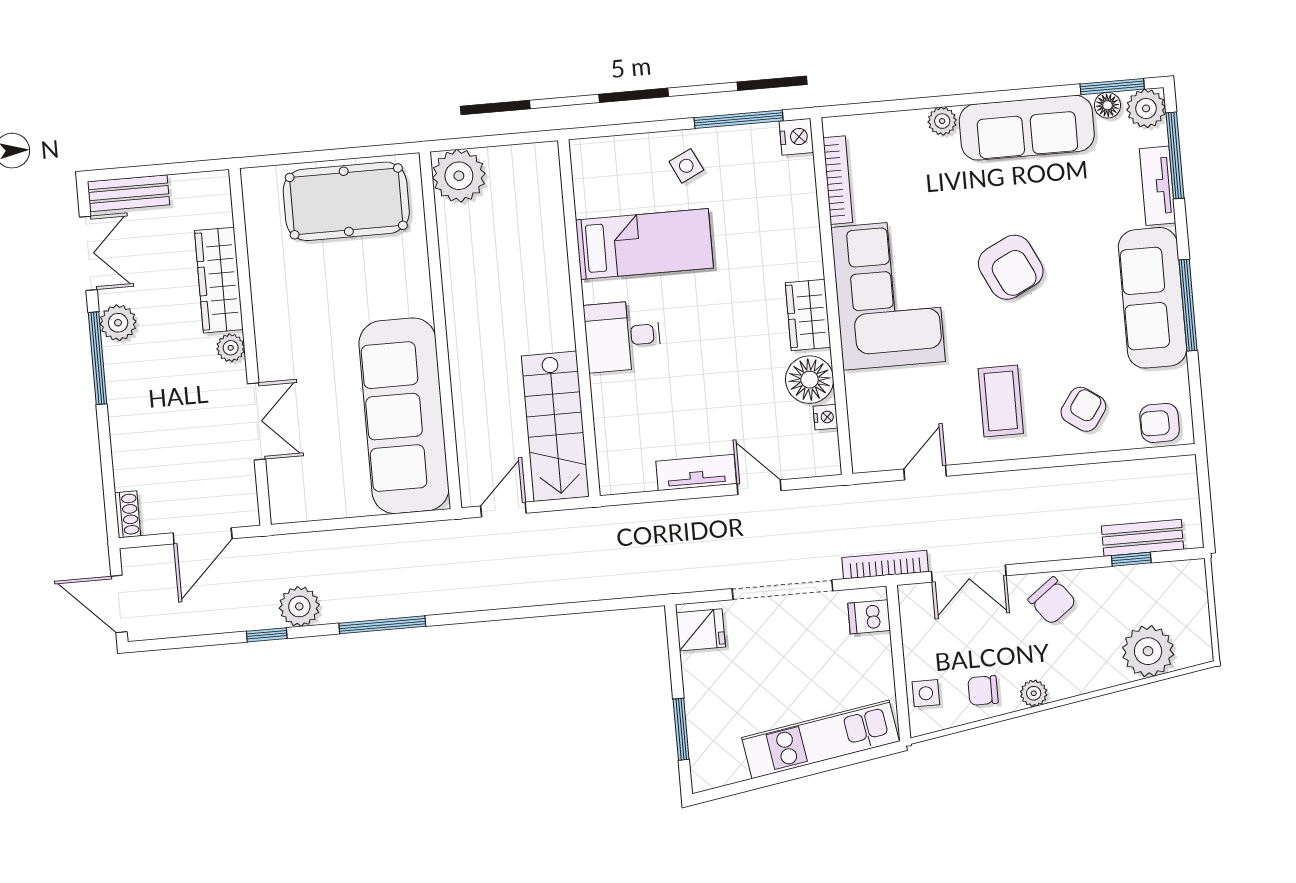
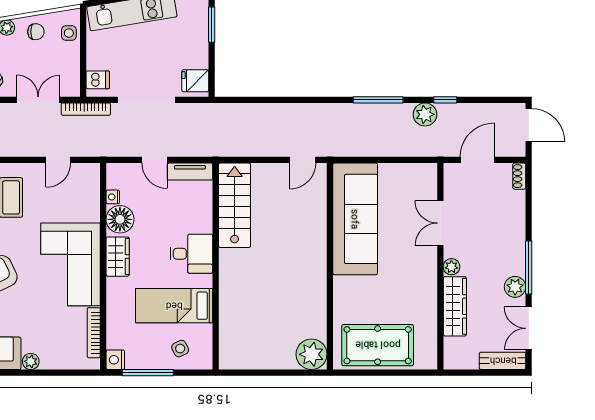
bed: (644, 244) -> (174, 306), moved
wall: (579, 318) -> (216, 266), moved
desk: (623, 336) -> (191, 254), moved
stairs: (555, 426) -> (235, 205), moved

